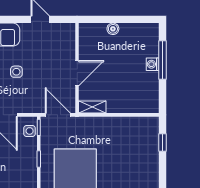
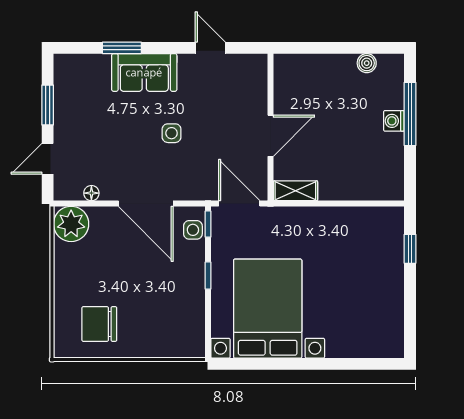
boiler: (113, 29) -> (367, 63), moved

